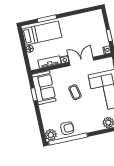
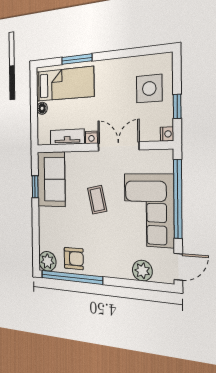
side table: (93, 29) -> (149, 89), added

